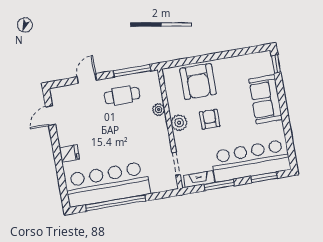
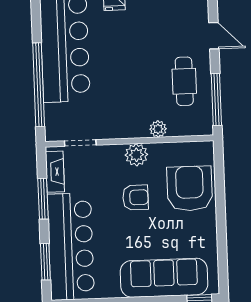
armchair: (198, 81) -> (190, 188), turned 90
sofa: (266, 99) -> (164, 278), width x1.36
window: (116, 203) -> (39, 85), moved

